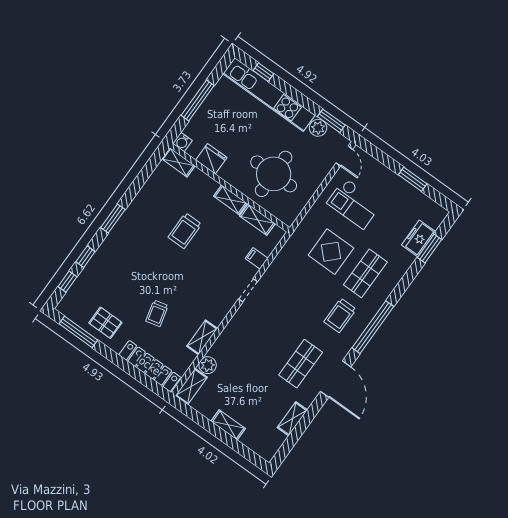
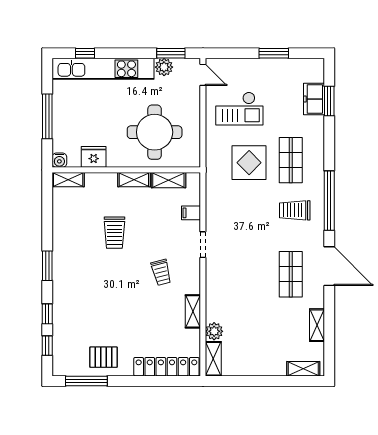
trolley: (157, 313) -> (161, 272), moved
trolley: (340, 315) -> (295, 210), turned 90
shelving: (228, 425) -> (303, 369), moved

